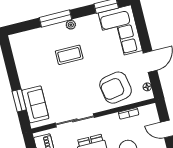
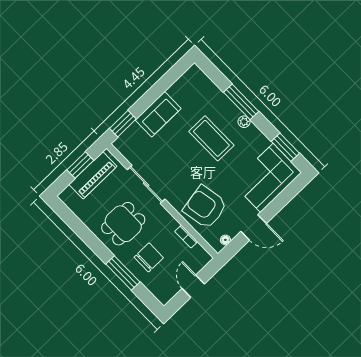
coffee table: (69, 55) -> (211, 138), width x1.36, depth x1.32
window: (19, 101) -> (123, 124), moved
sofa: (35, 104) -> (158, 114), moved

